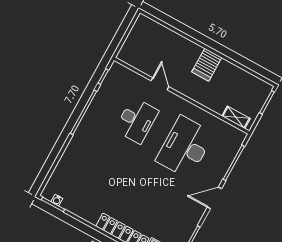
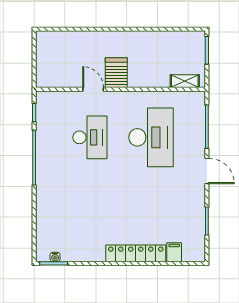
server rack: (207, 65) -> (116, 73), moved, turned 180
desk: (185, 147) -> (151, 137), turned 180
door: (214, 198) -> (207, 171), swing flipped

